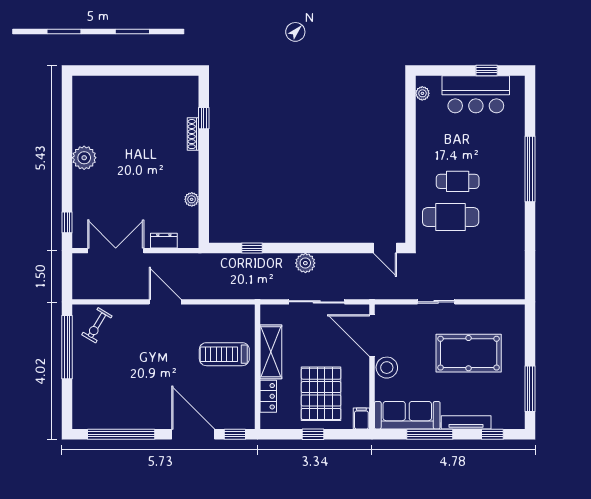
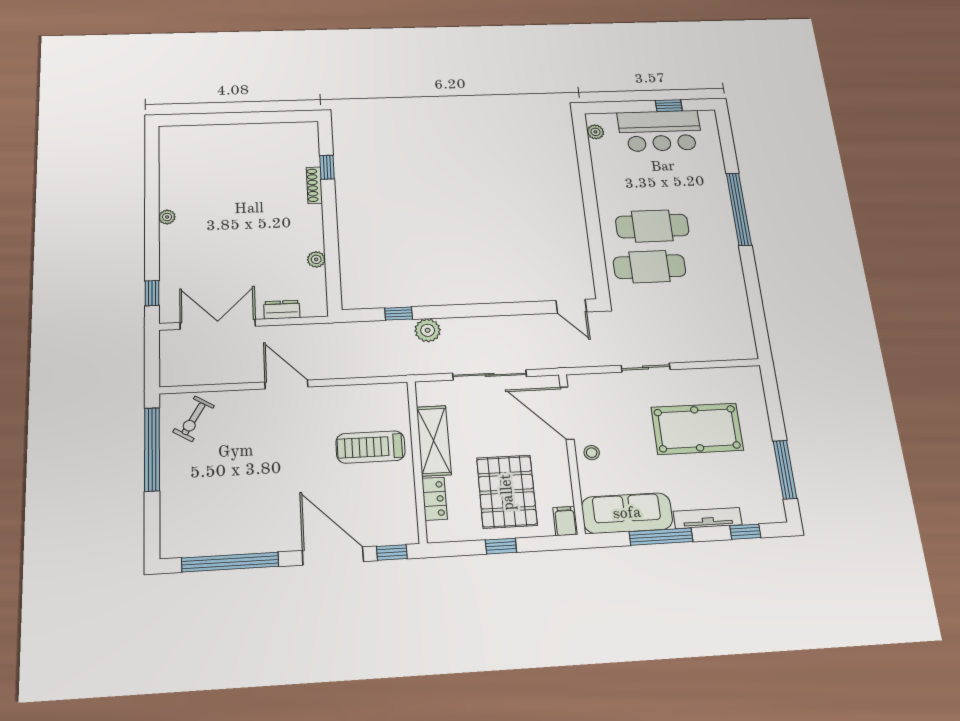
plant: (84, 158) -> (167, 217), width x0.53, depth x0.53
cafe table: (458, 181) -> (652, 226), width x1.37, depth x1.35
plant: (305, 263) -> (428, 330), moved
stool: (387, 368) -> (592, 453), width x0.53, depth x0.53

